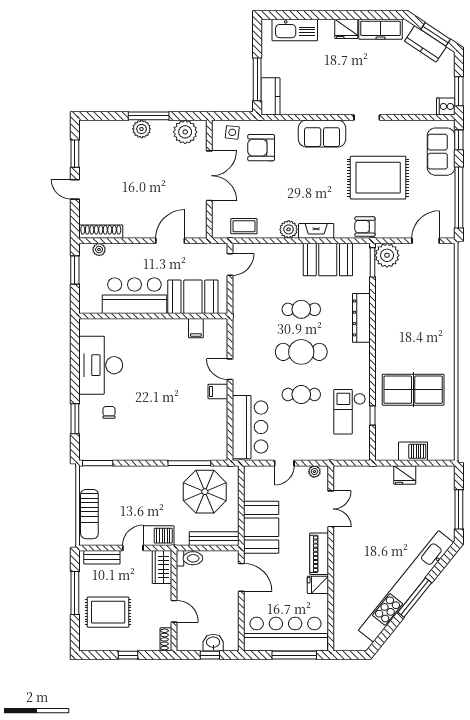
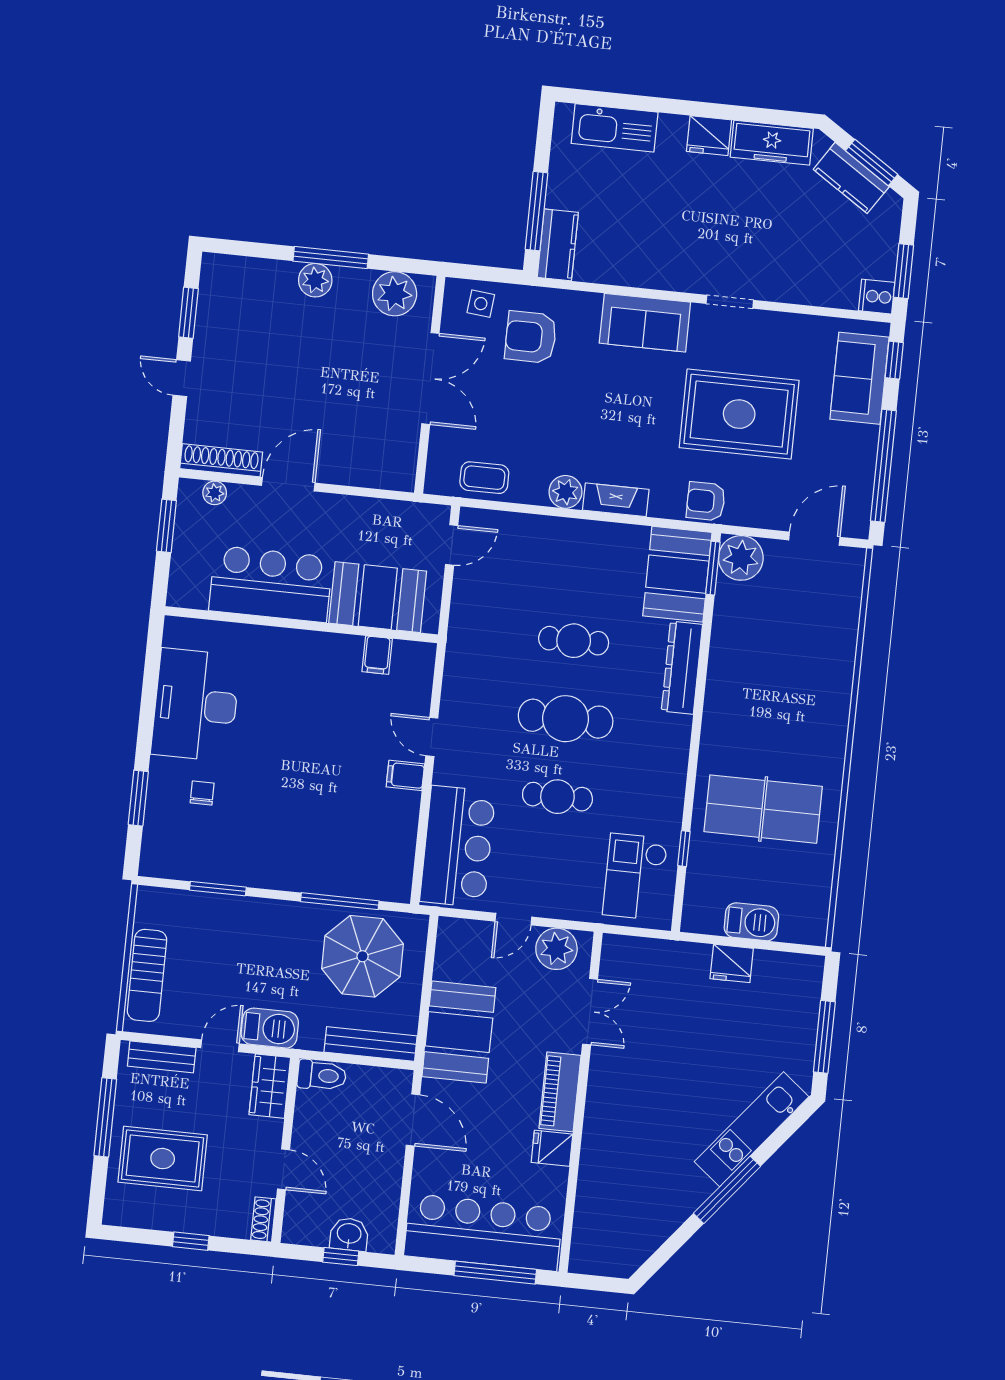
door: (170, 241) -> (288, 484), moved
booth: (328, 260) -> (677, 574), moved, turned 90
checkout: (350, 412) -> (635, 877), moved
window: (98, 463) -> (218, 889), moved
plant: (314, 472) -> (556, 949), width x1.88, depth x1.88
kitchen unit: (406, 586) -> (752, 1129), width x0.54

